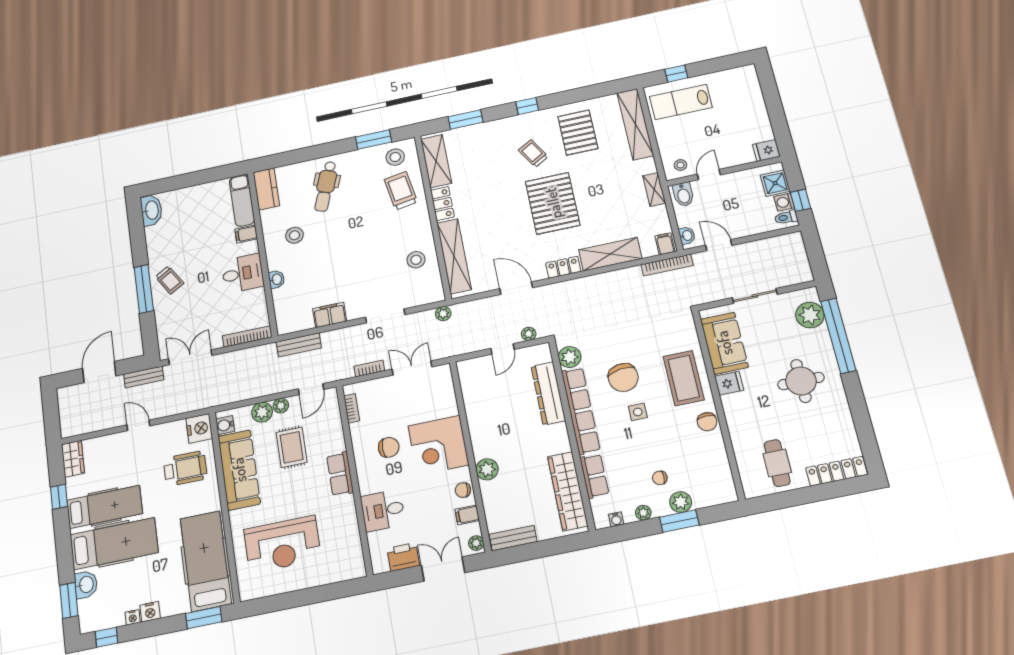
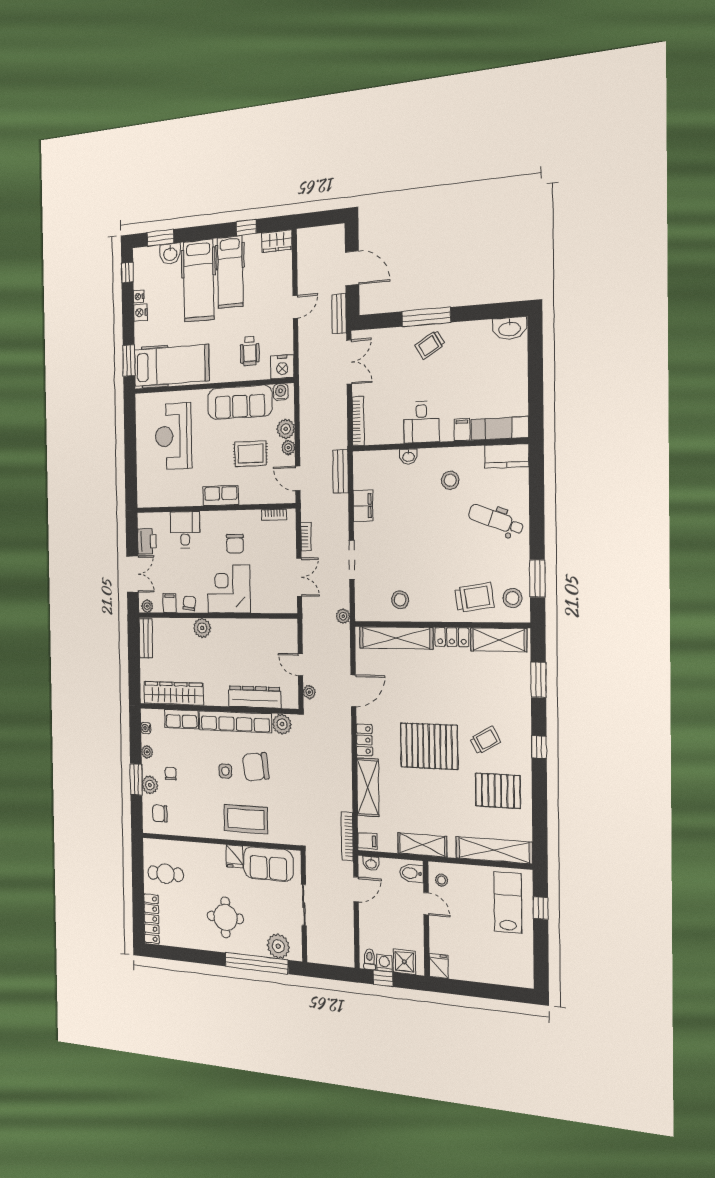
shelving: (654, 189) -> (422, 845), width x1.50, depth x1.33
chair: (707, 422) -> (160, 814), moved
wheelchair: (185, 469) -> (250, 351), width x0.73, depth x0.73

